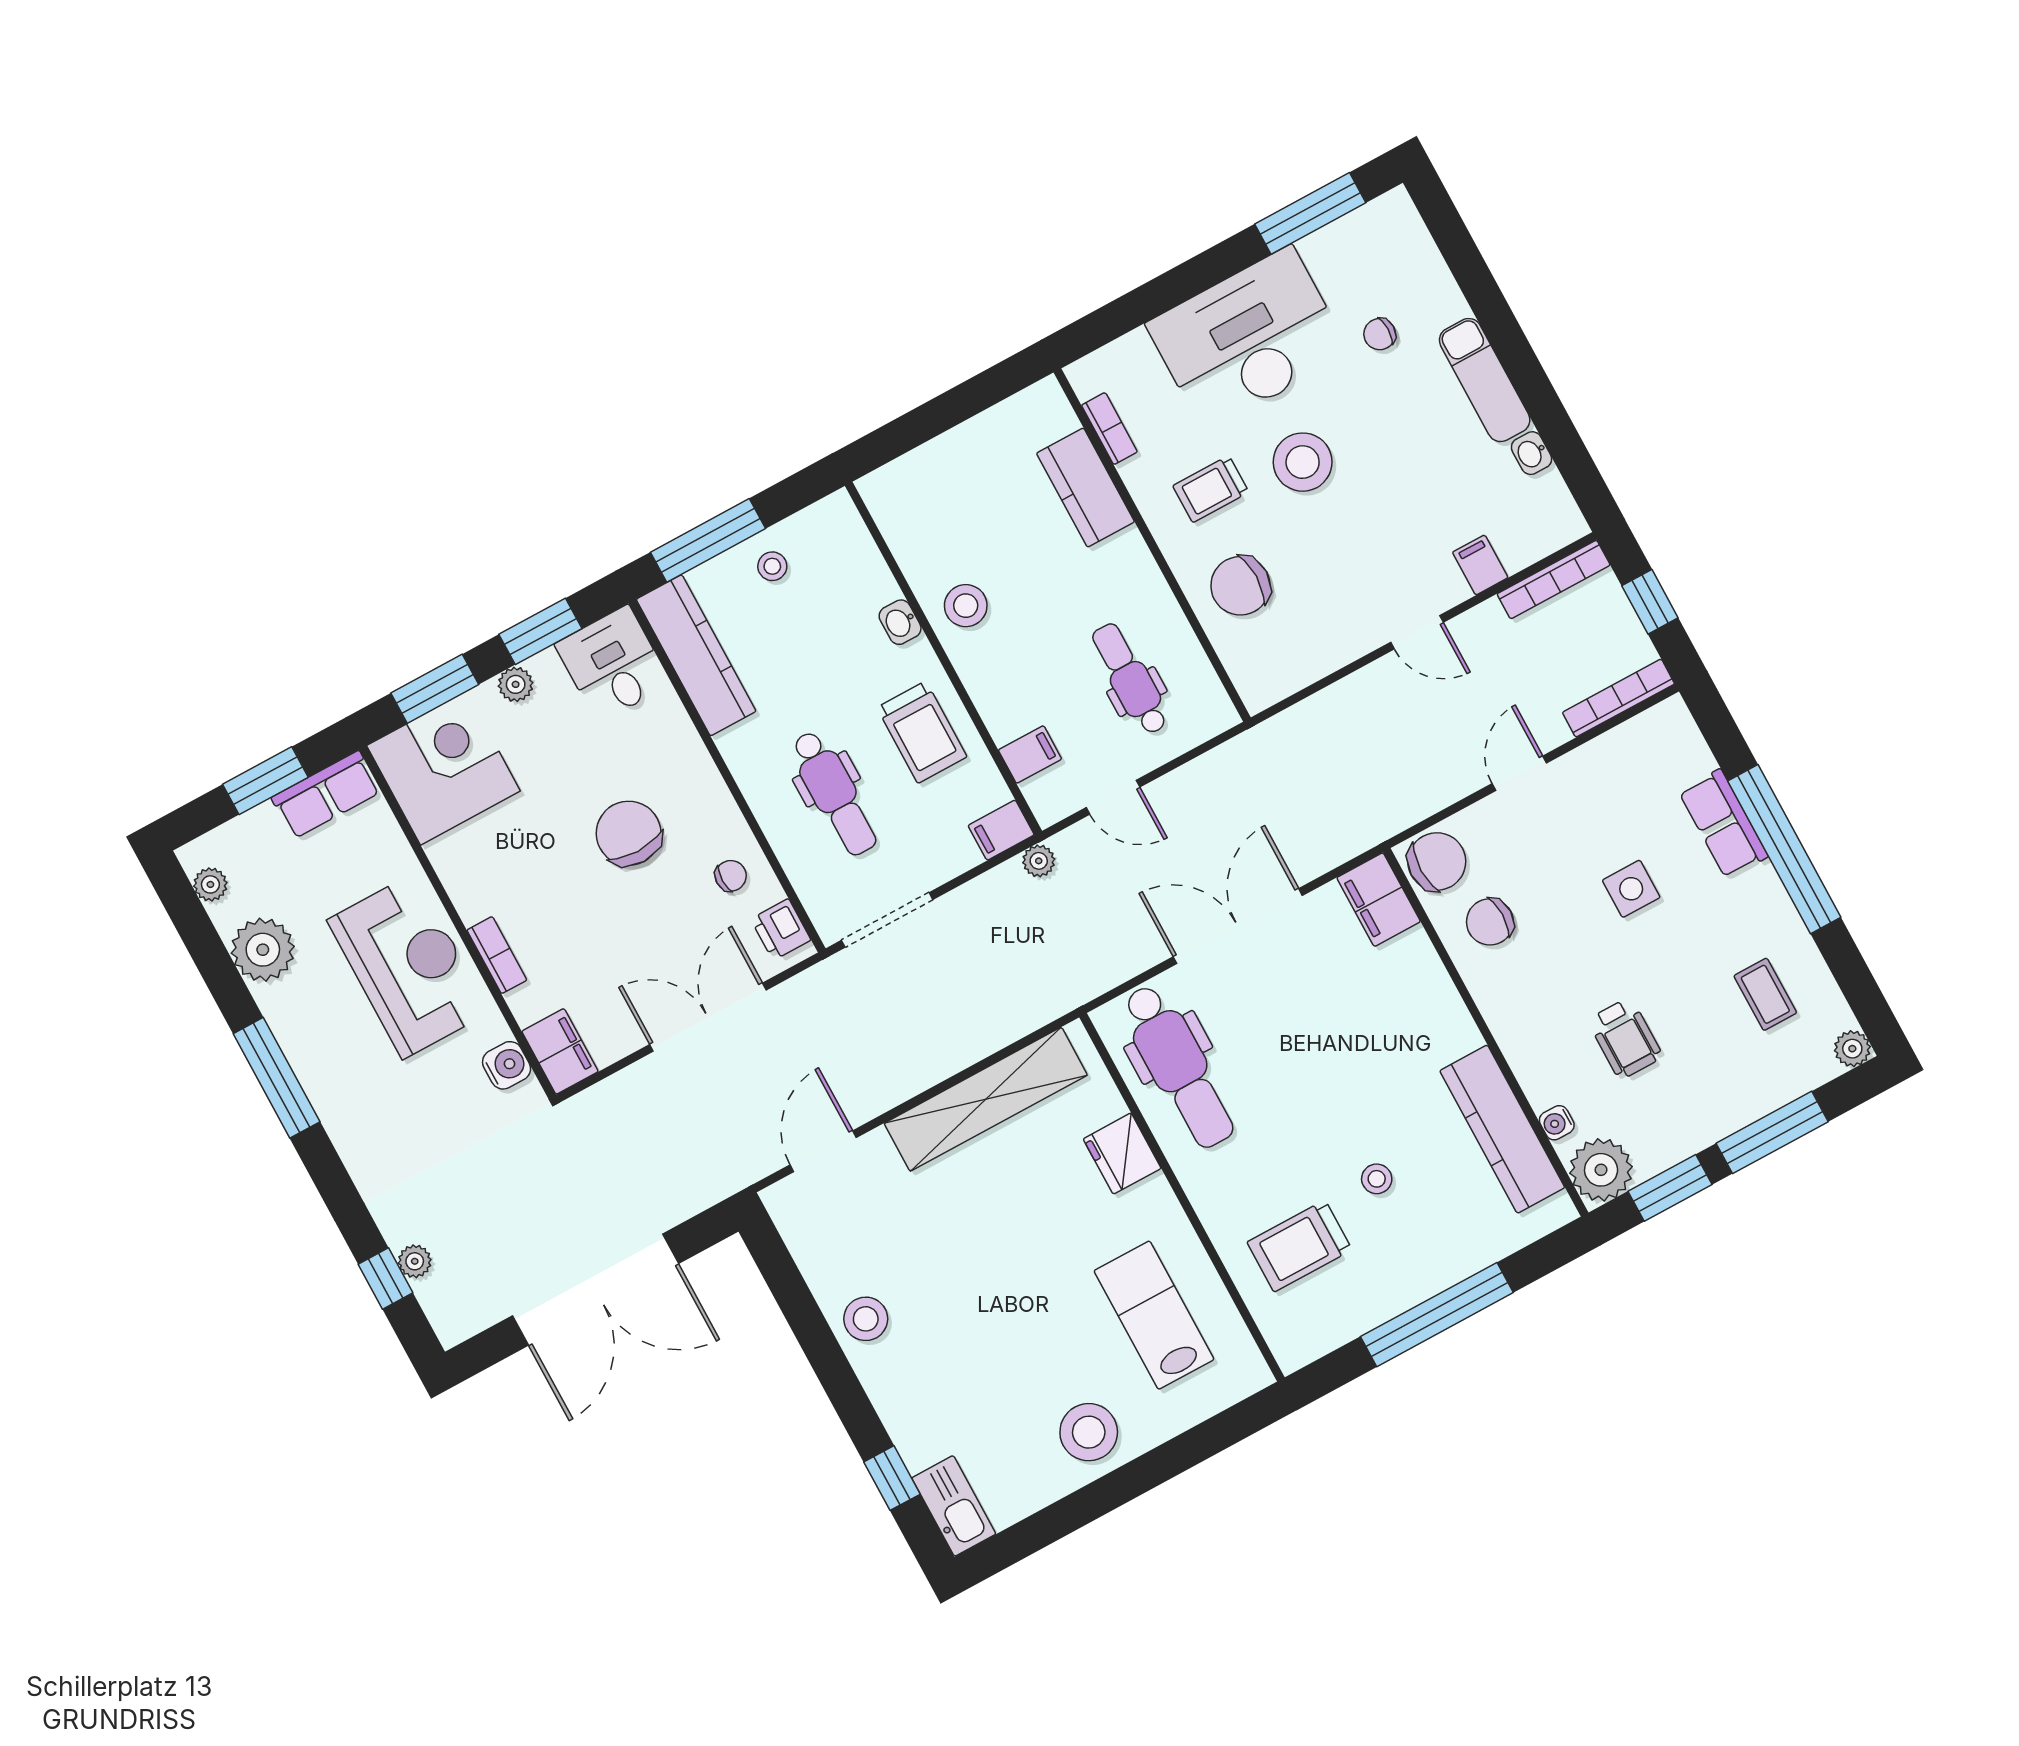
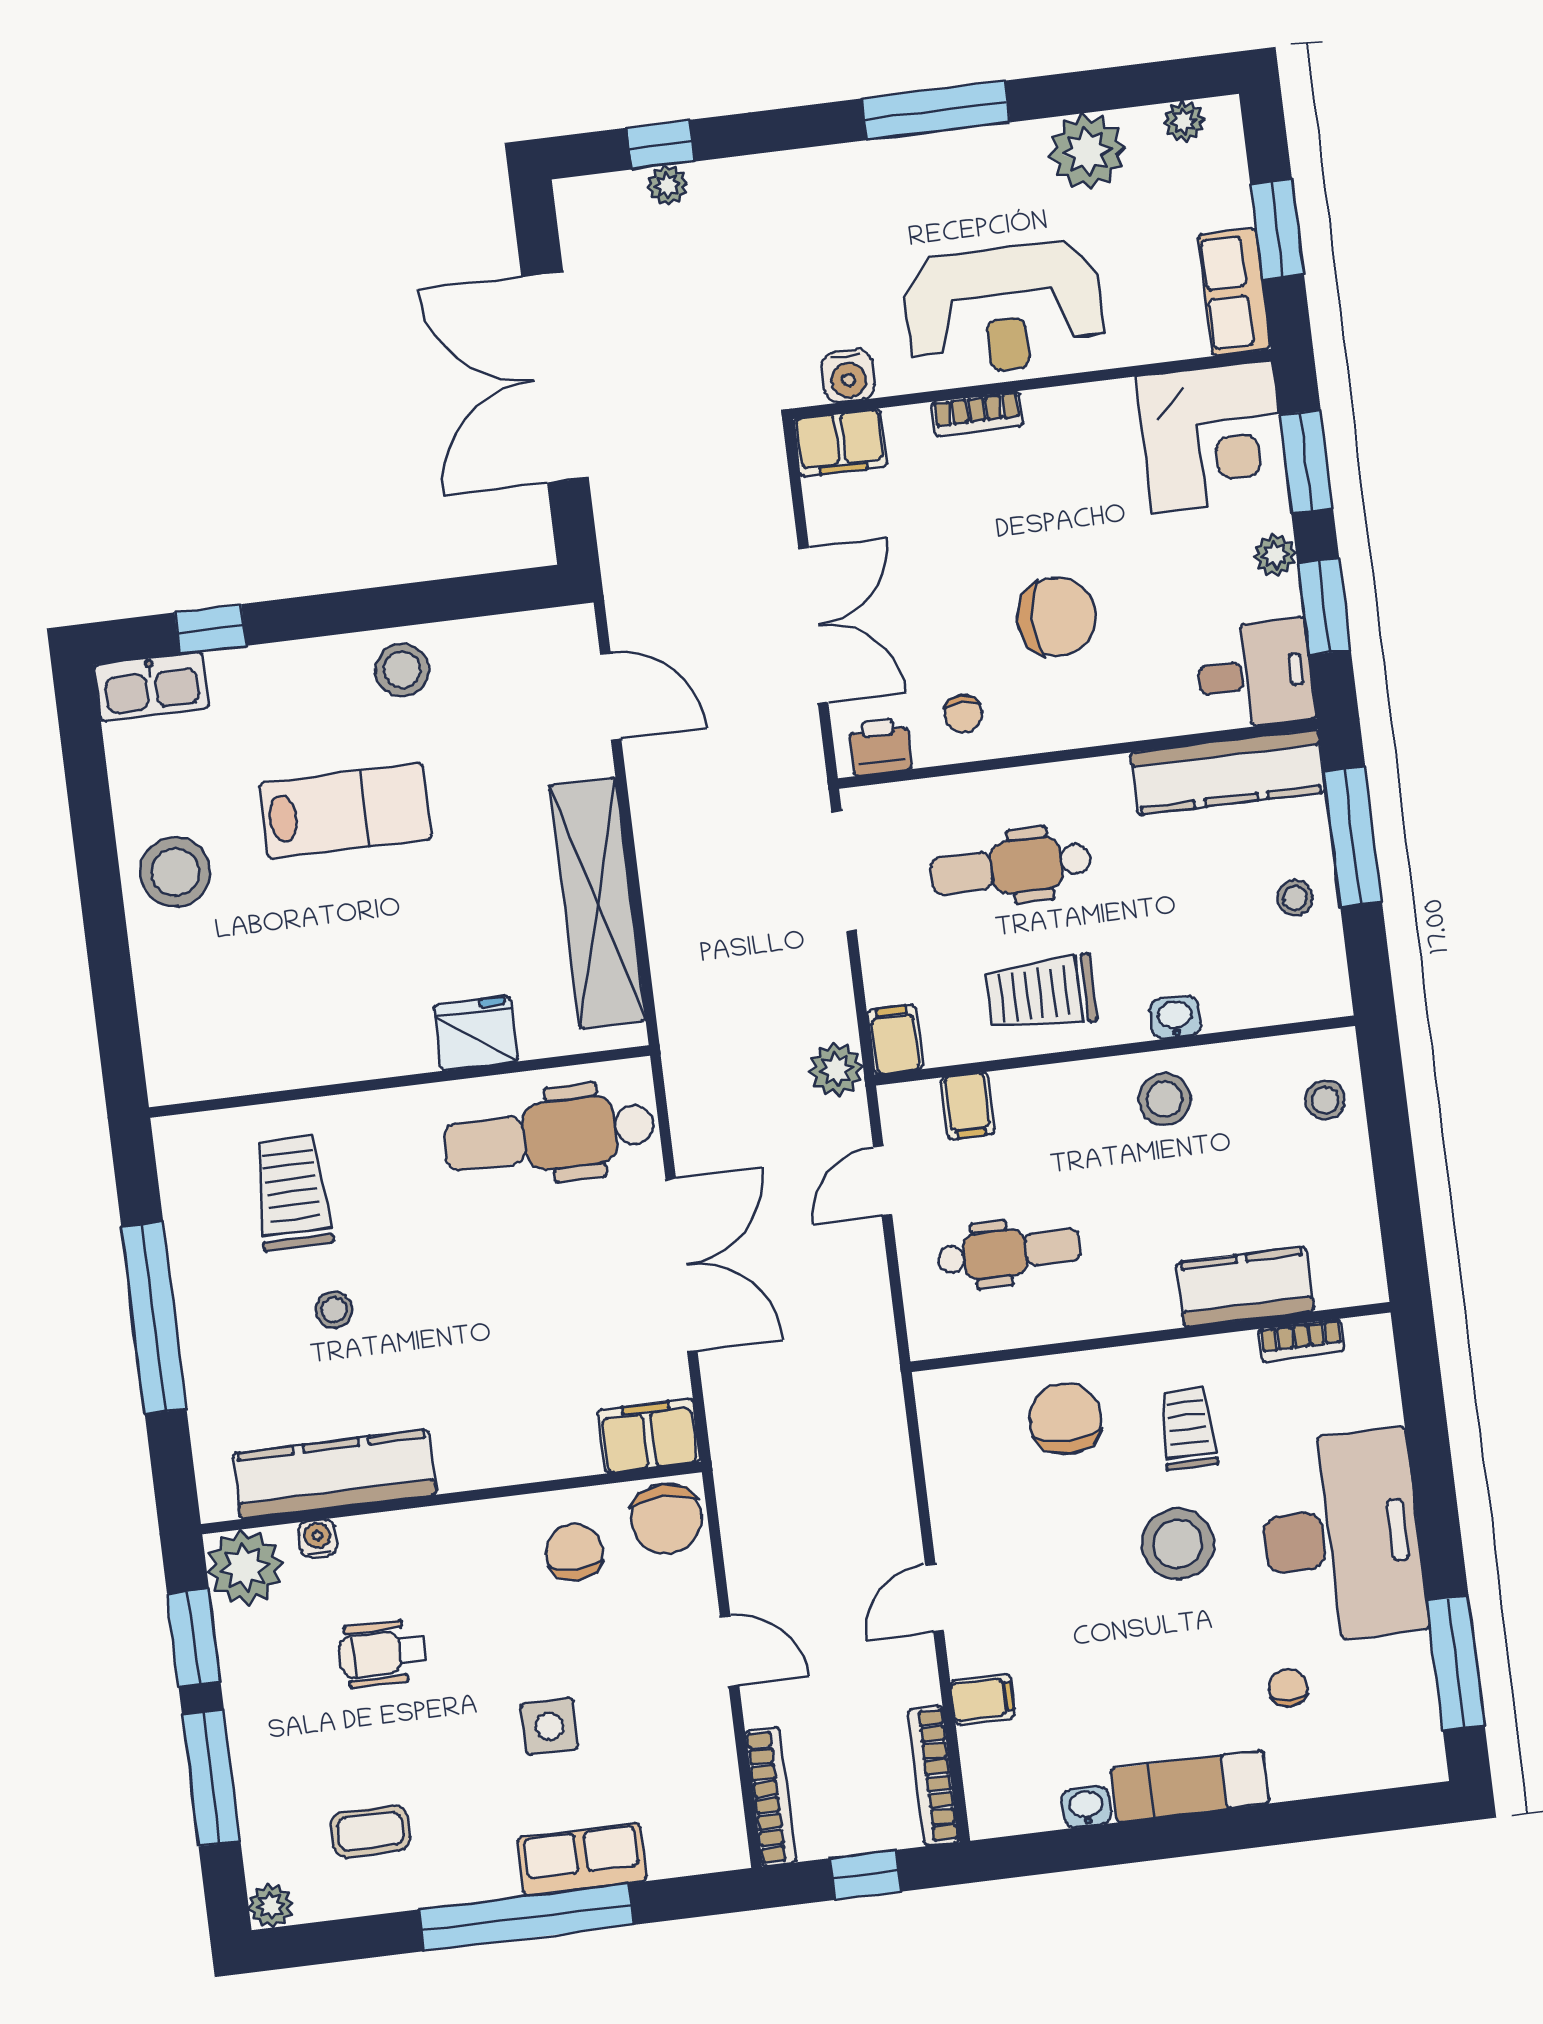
stool: (918, 482) -> (1325, 1100), added
plant: (1039, 861) -> (836, 1070), width x1.38, depth x1.38
lab bench: (1154, 1315) -> (346, 811), moved

